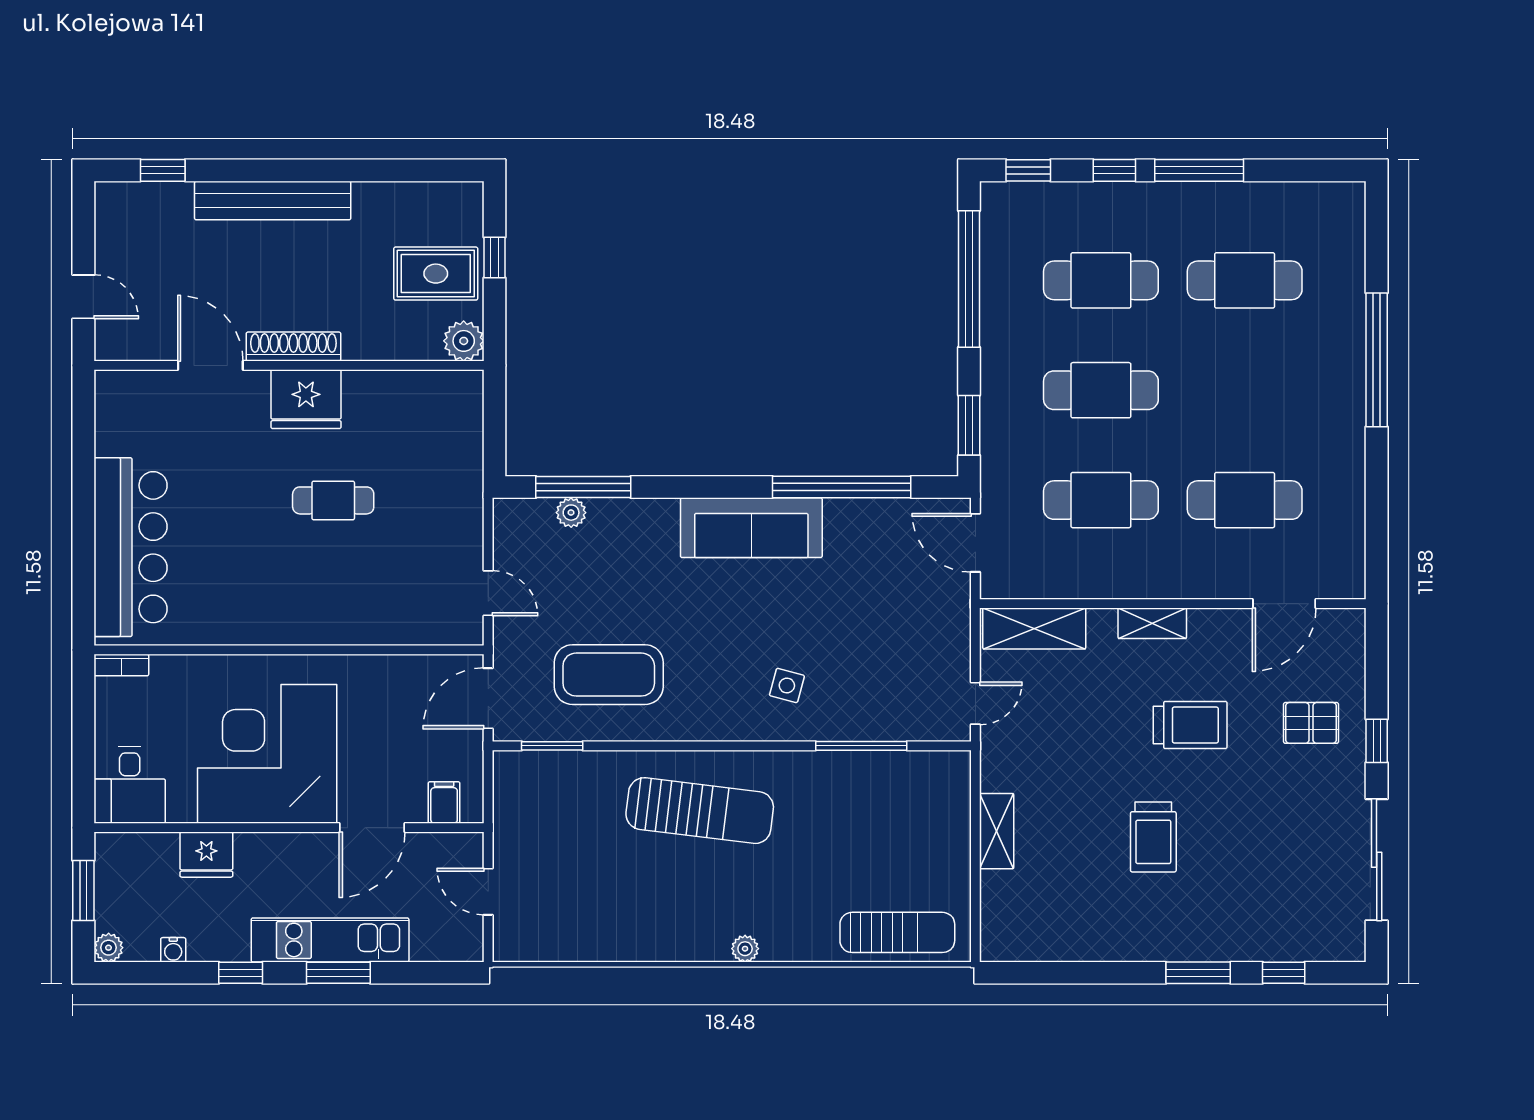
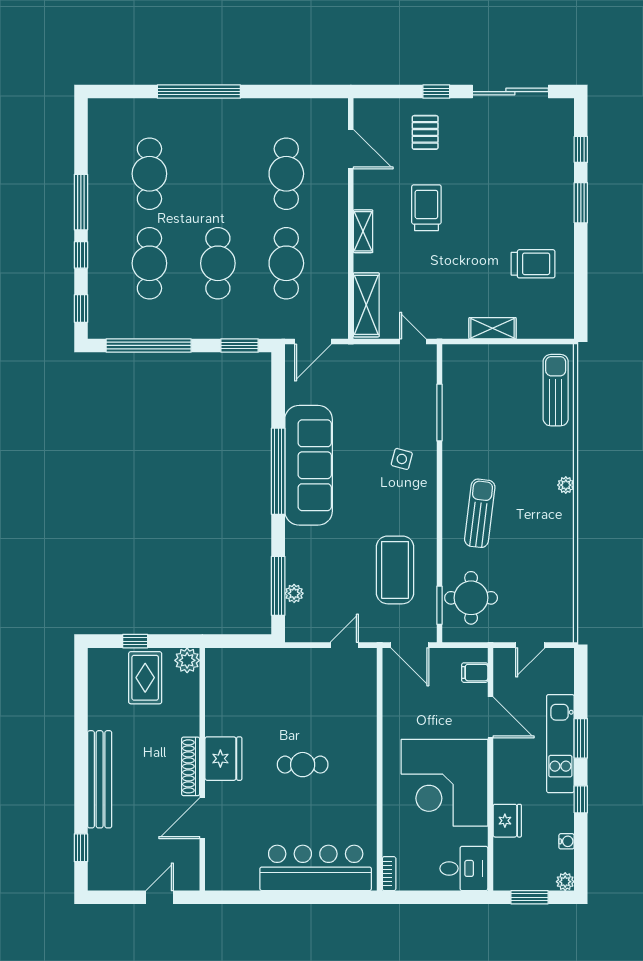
window: (842, 487) -> (278, 471), moved
cafe table: (333, 500) -> (303, 765), moved, turned 90
sofa: (751, 528) -> (309, 465), width x1.36, depth x1.27
round table: (564, 797) -> (471, 598), added
sun lounger: (700, 811) -> (480, 513), width x0.73, depth x0.75
trolley: (1153, 837) -> (533, 264), moved

